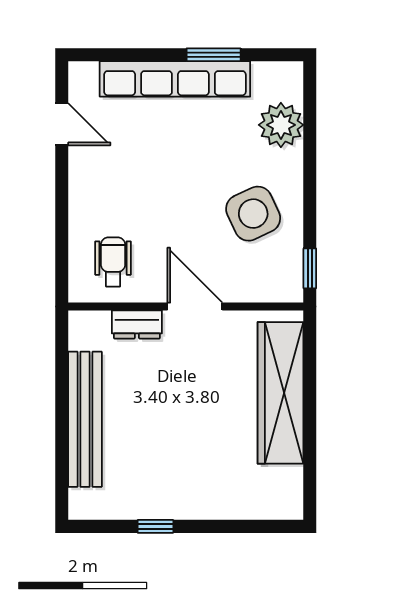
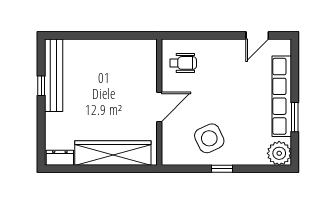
plant: (281, 125) -> (279, 153), moved
window: (310, 268) -> (222, 169), moved
dresser: (137, 324) -> (60, 158), moved, turned 90
bench: (85, 419) -> (54, 75), moved, turned 90

